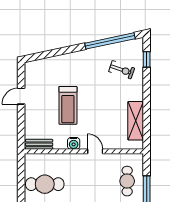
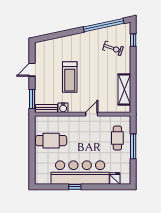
window: (21, 132) -> (32, 99), added
water cooler: (74, 143) -> (63, 108), moved
door: (95, 151) -> (92, 114), hinge flipped

